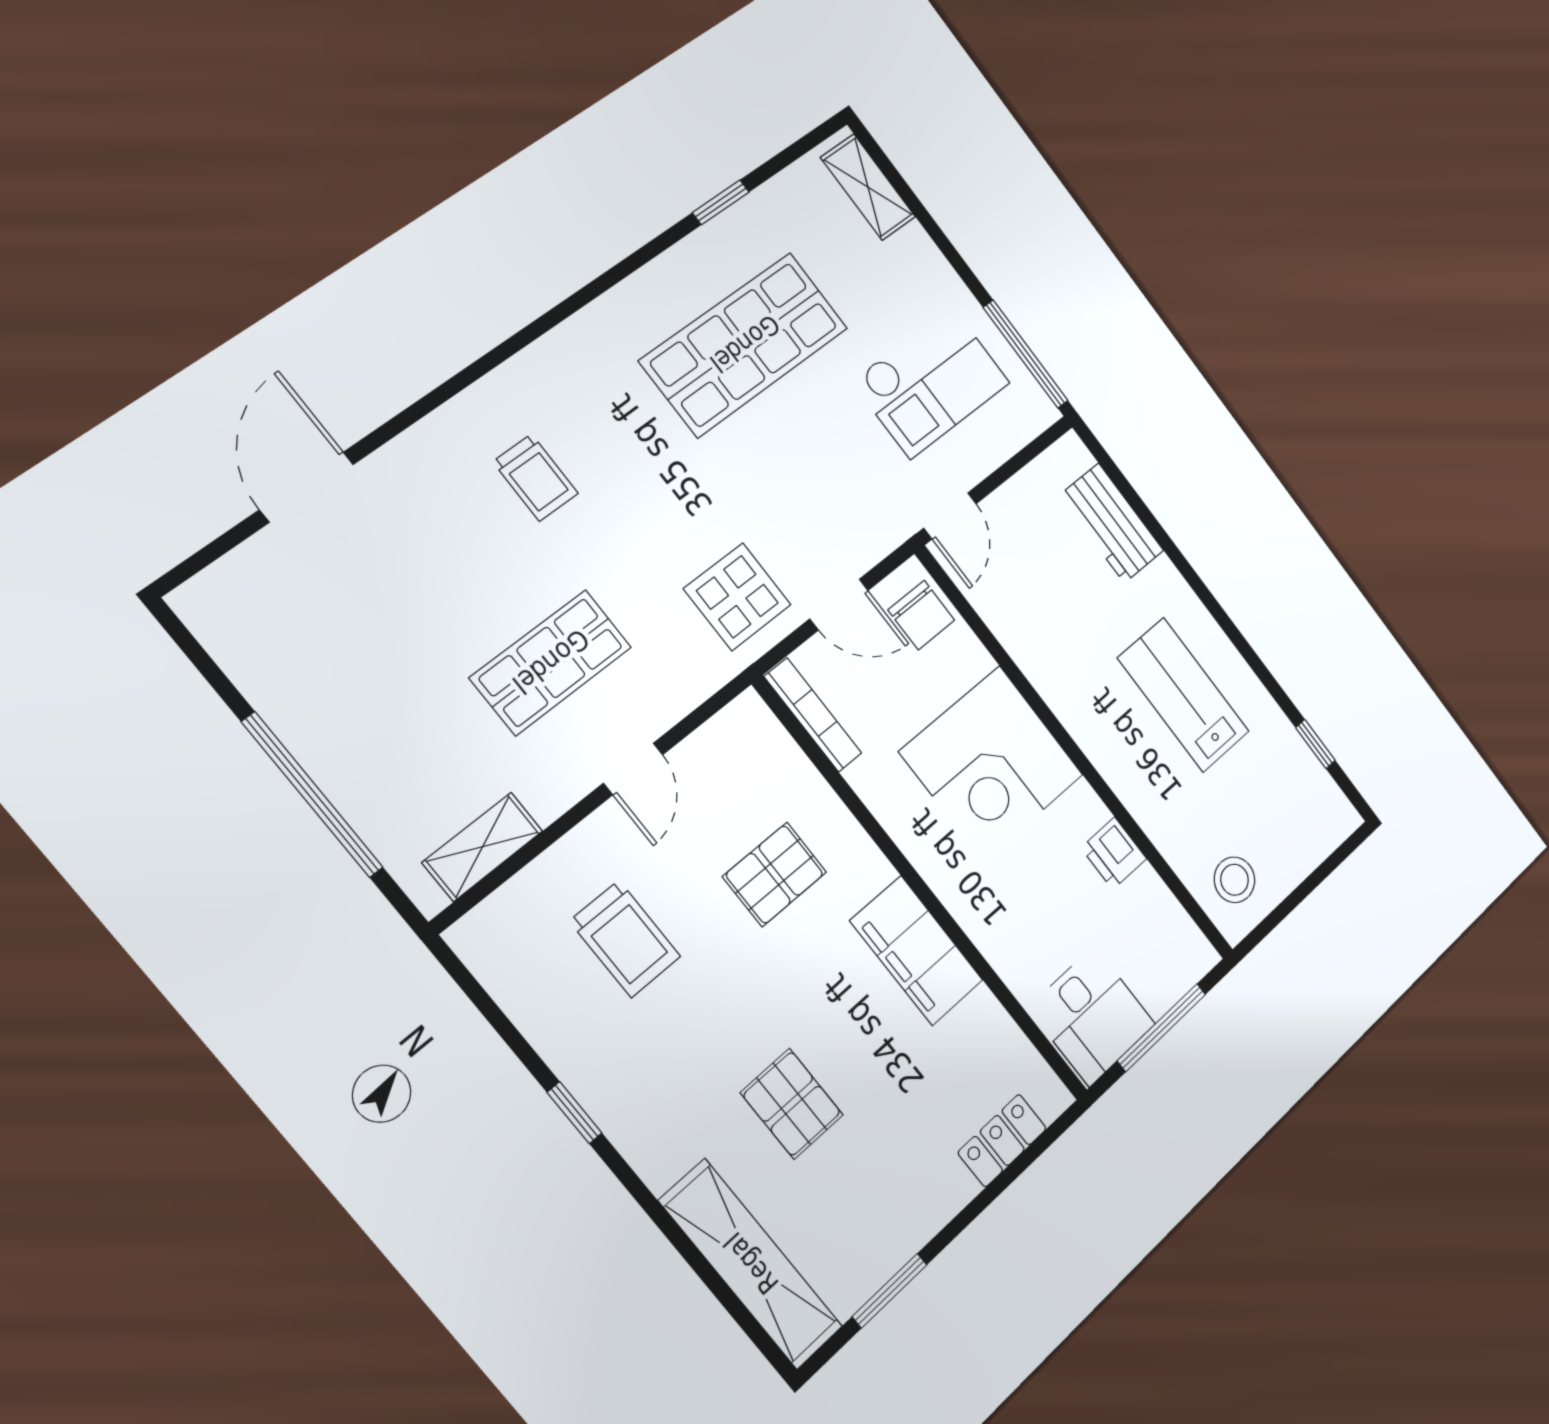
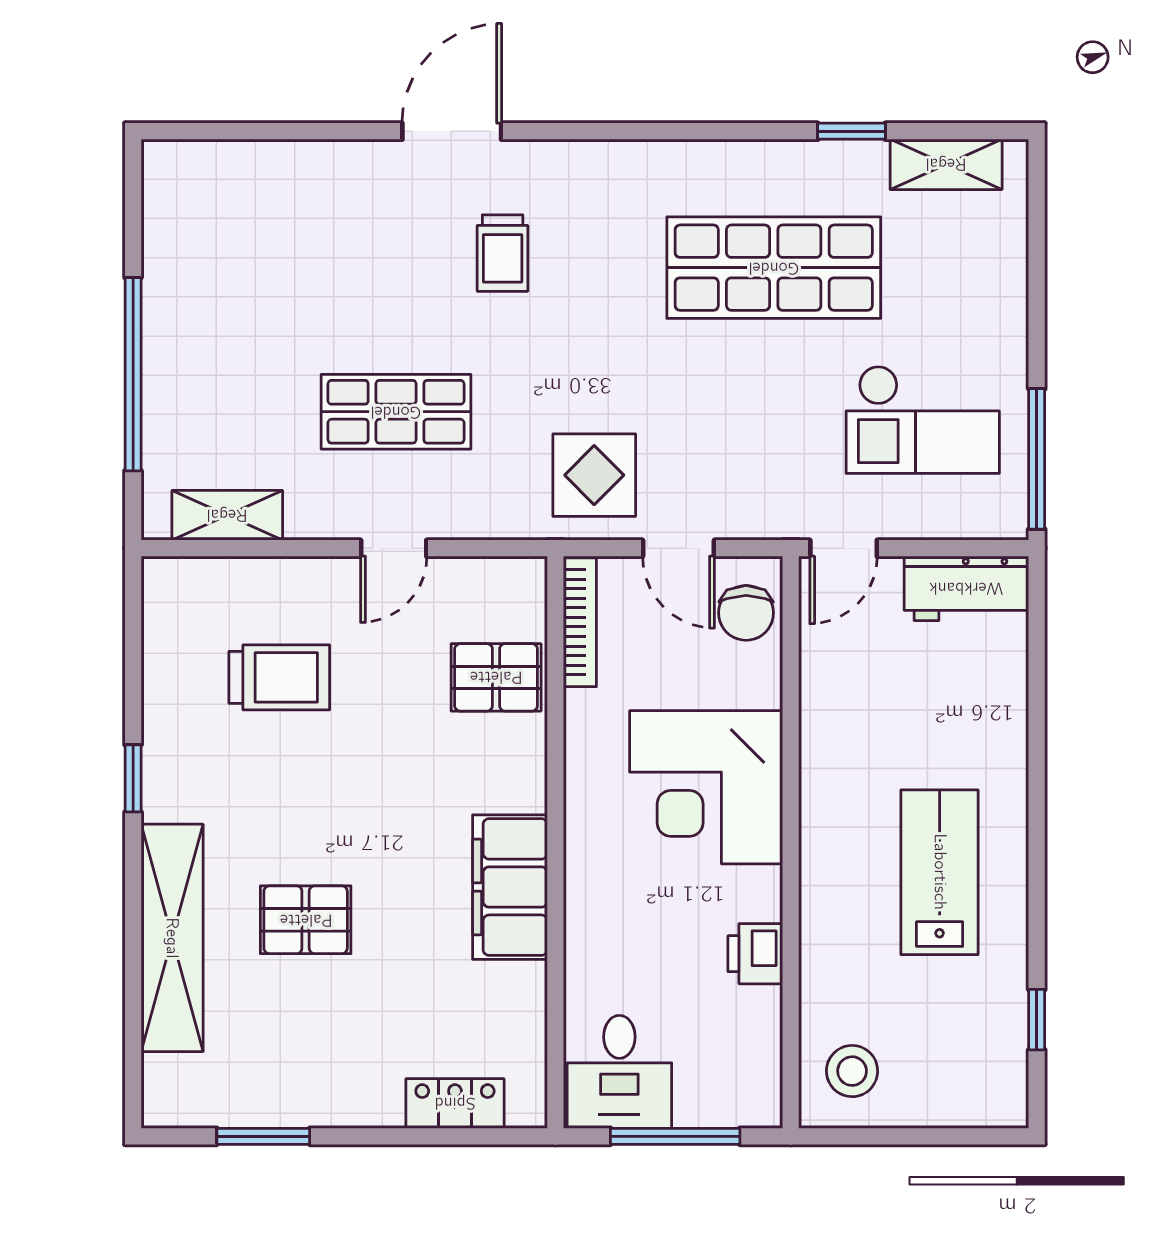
shelving: (868, 187) -> (946, 164), moved, turned 90
door: (307, 487) -> (452, 131), moved
workbench: (1112, 523) -> (966, 588), moved, turned -90
pallet: (775, 874) -> (496, 677), moved
trolley: (625, 939) -> (279, 677), turned -90
pallet: (792, 1104) -> (306, 920), turned 90
shelving: (751, 1264) -> (172, 938), moved

